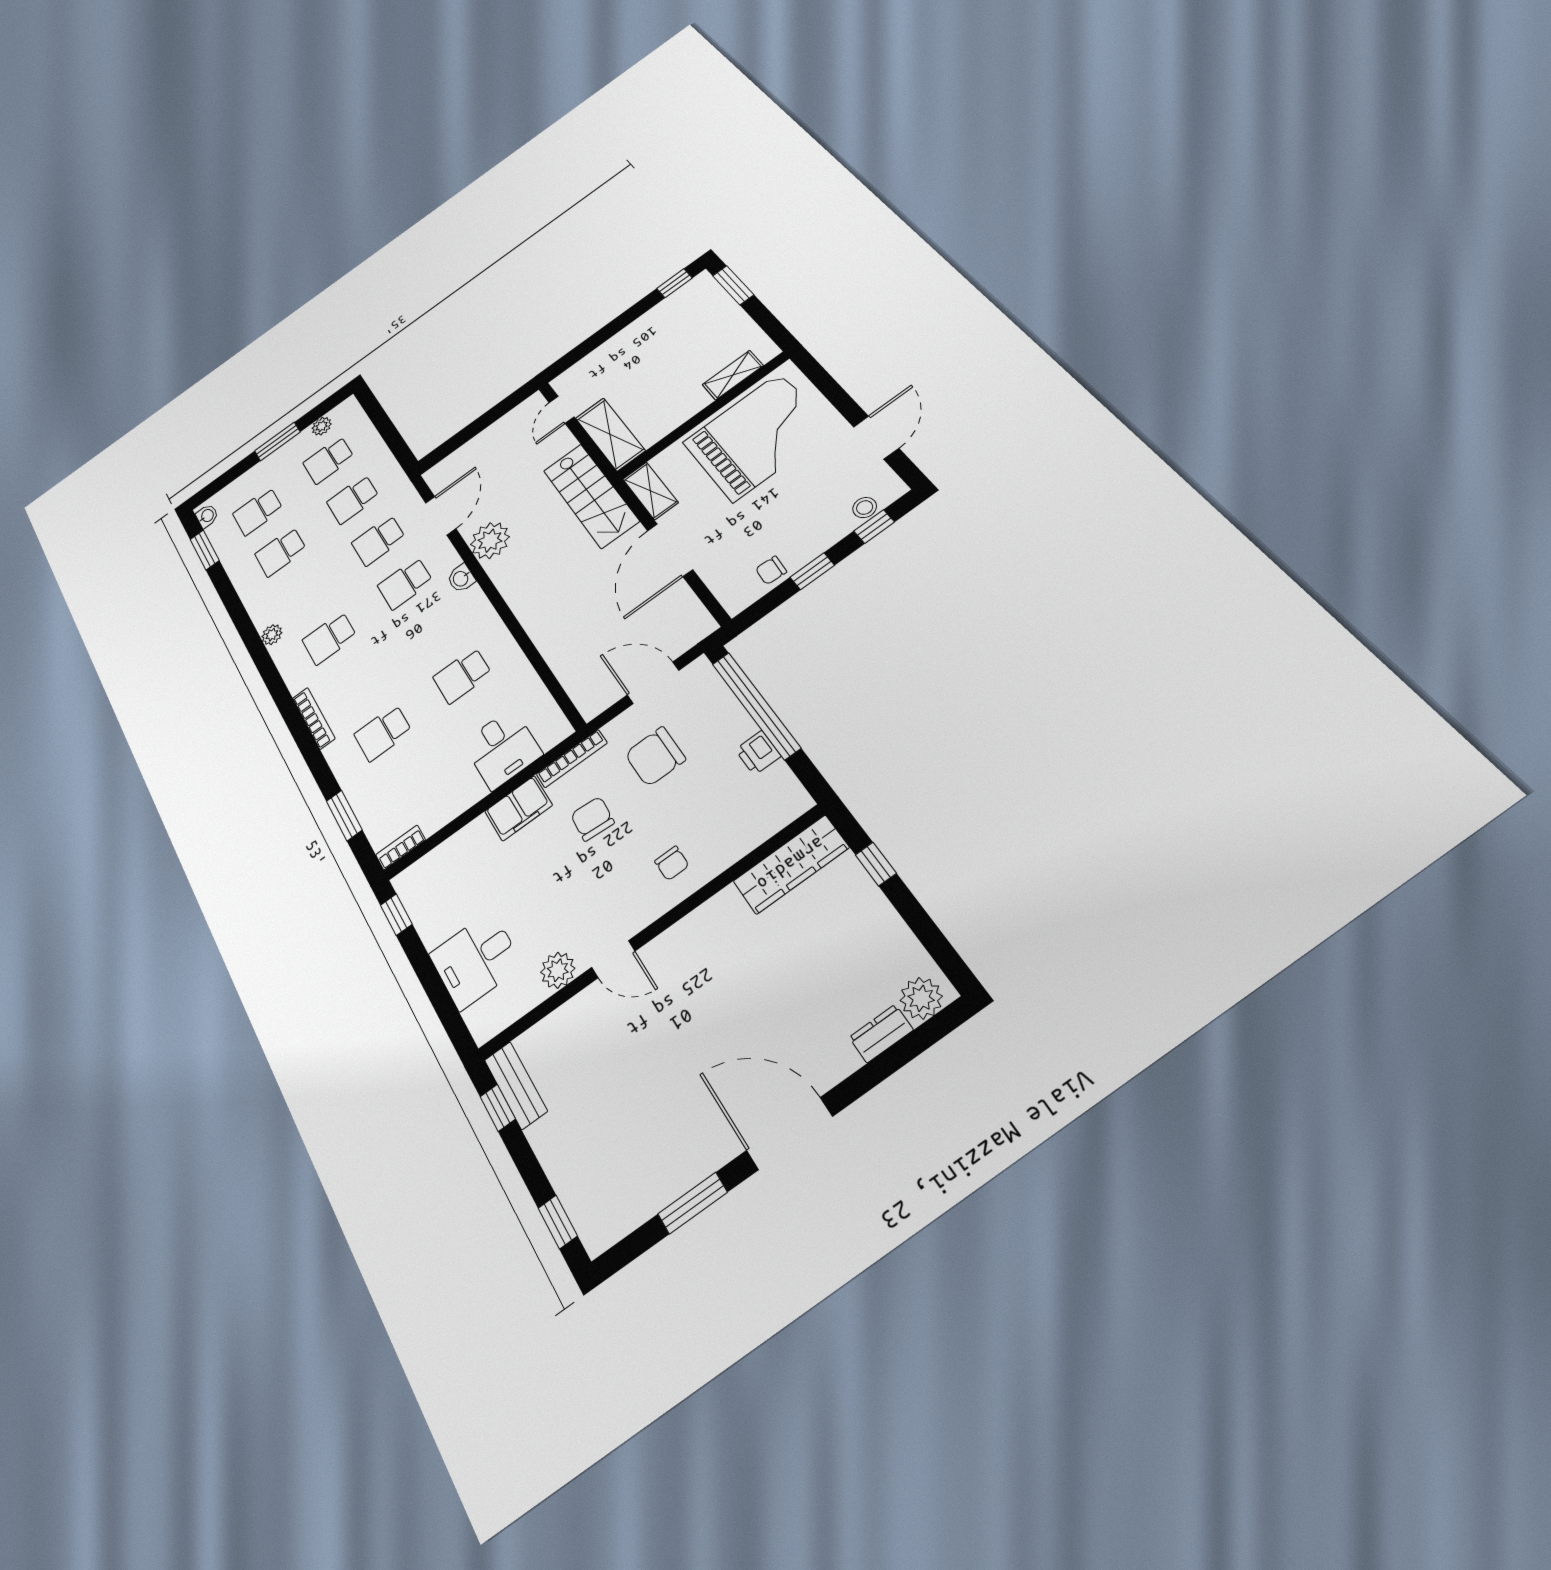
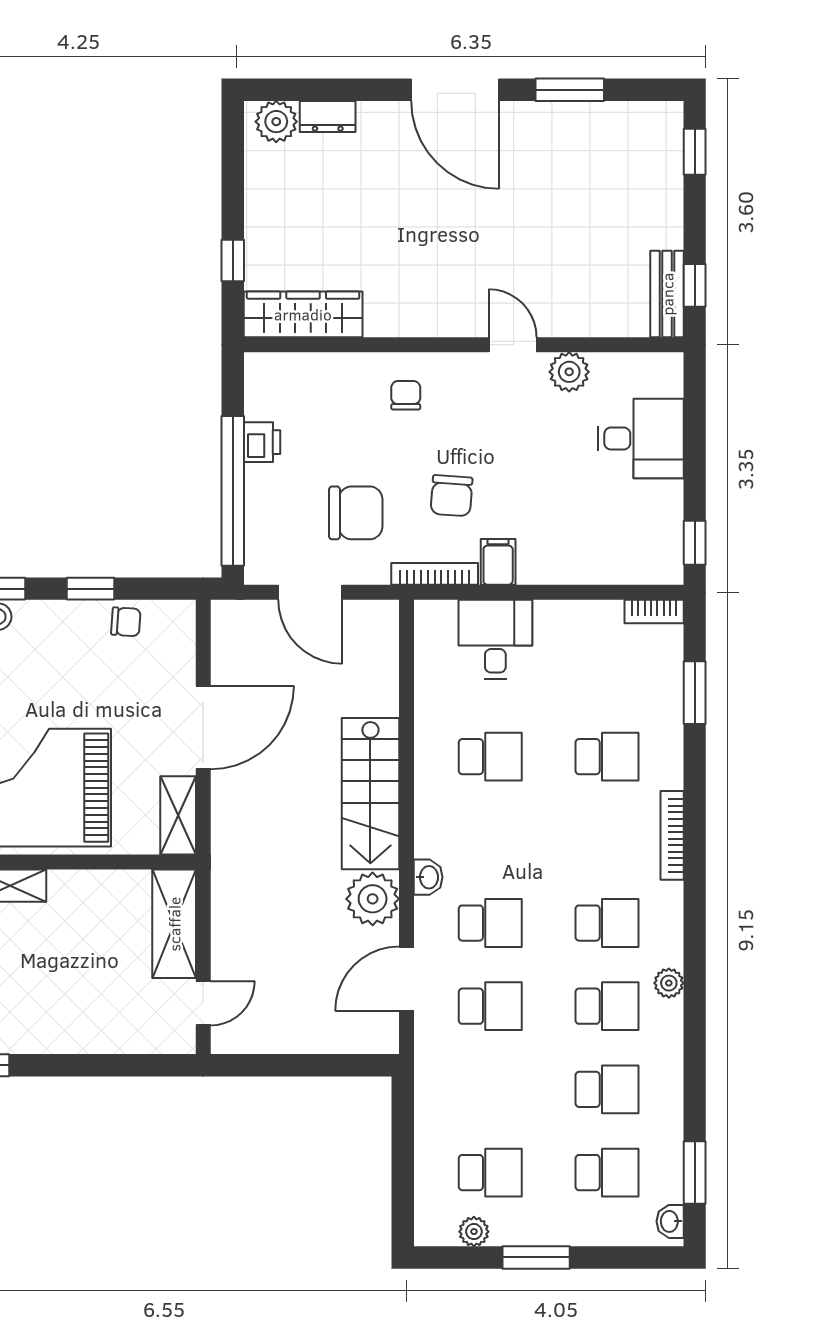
stairs: (591, 496) -> (370, 794), moved, turned 180
school desk: (353, 499) -> (607, 1006), moved
filing cabinet: (518, 808) -> (498, 562), width x0.50

